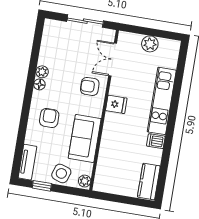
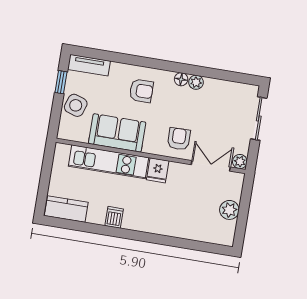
sliding door: (85, 21) -> (259, 118), moved
kitchen unit: (162, 101) -> (108, 162), moved, turned 180
plant: (85, 181) -> (240, 162), moved

